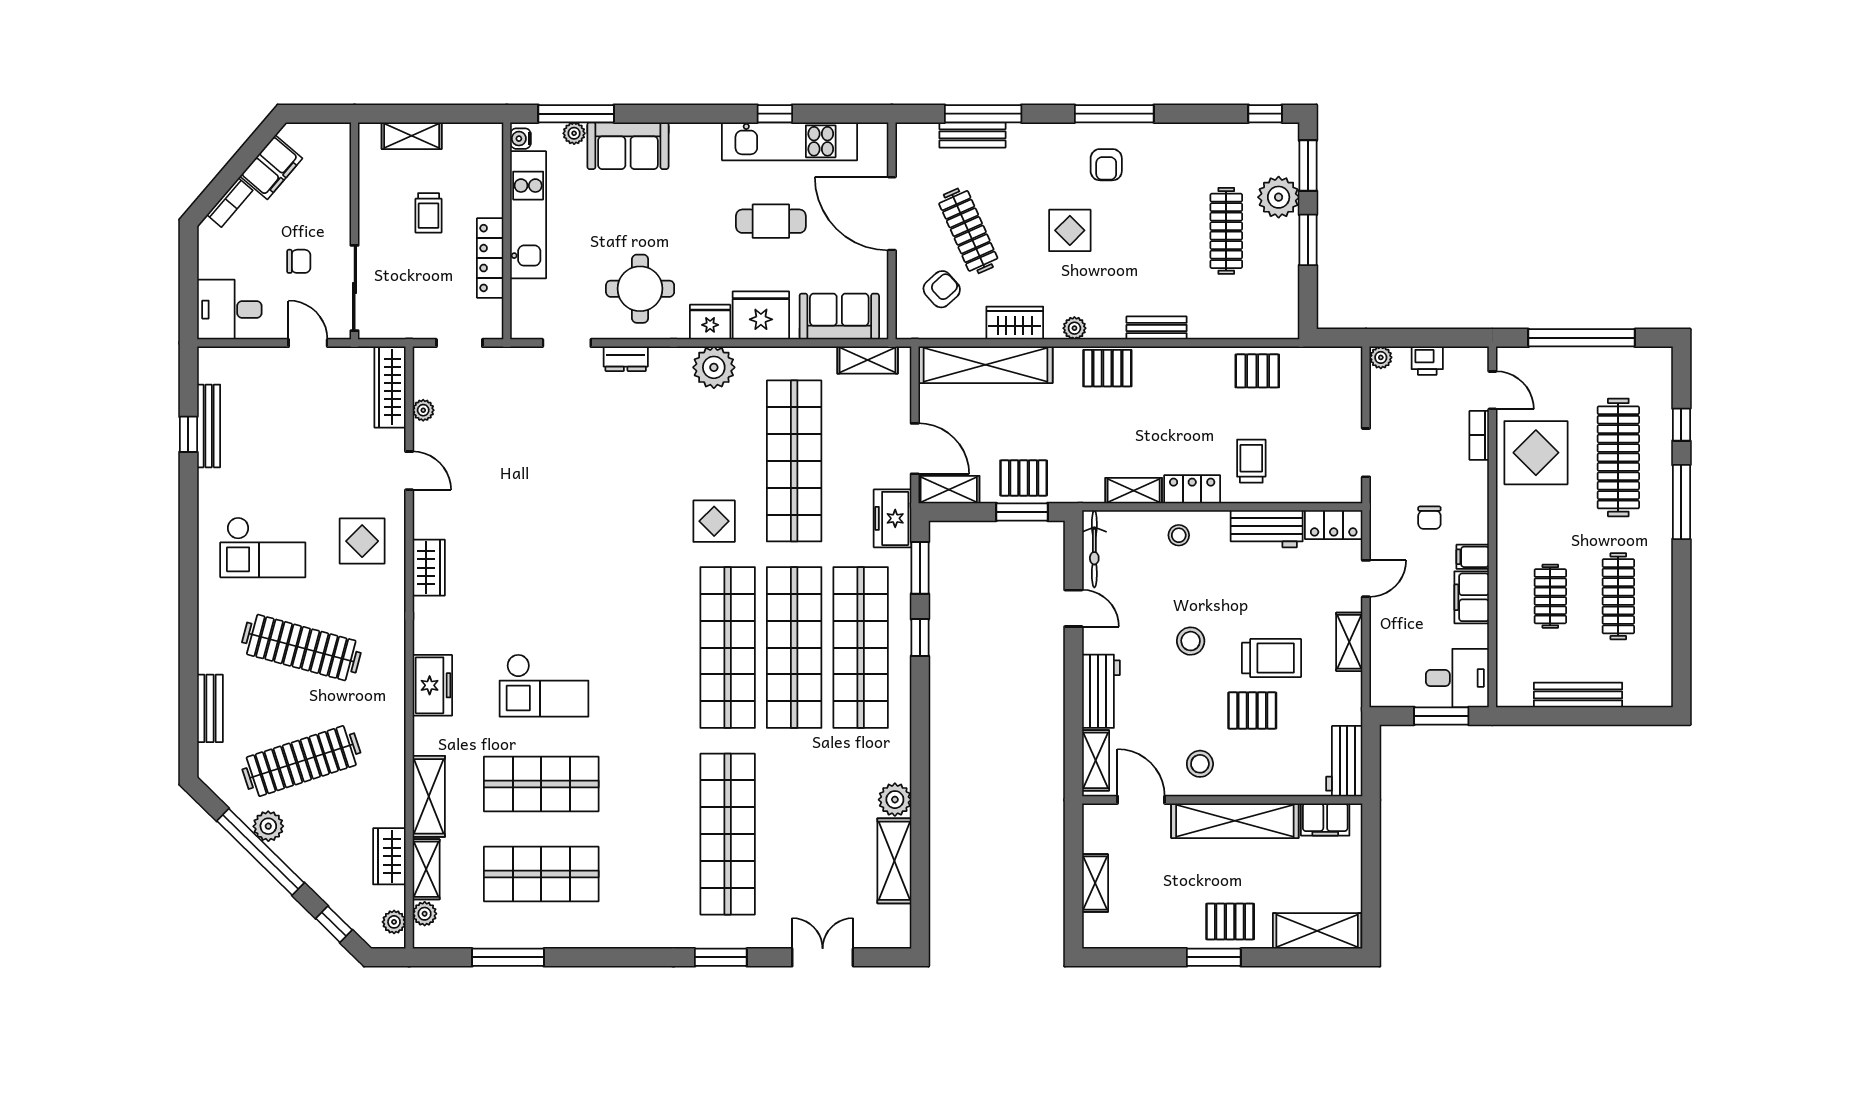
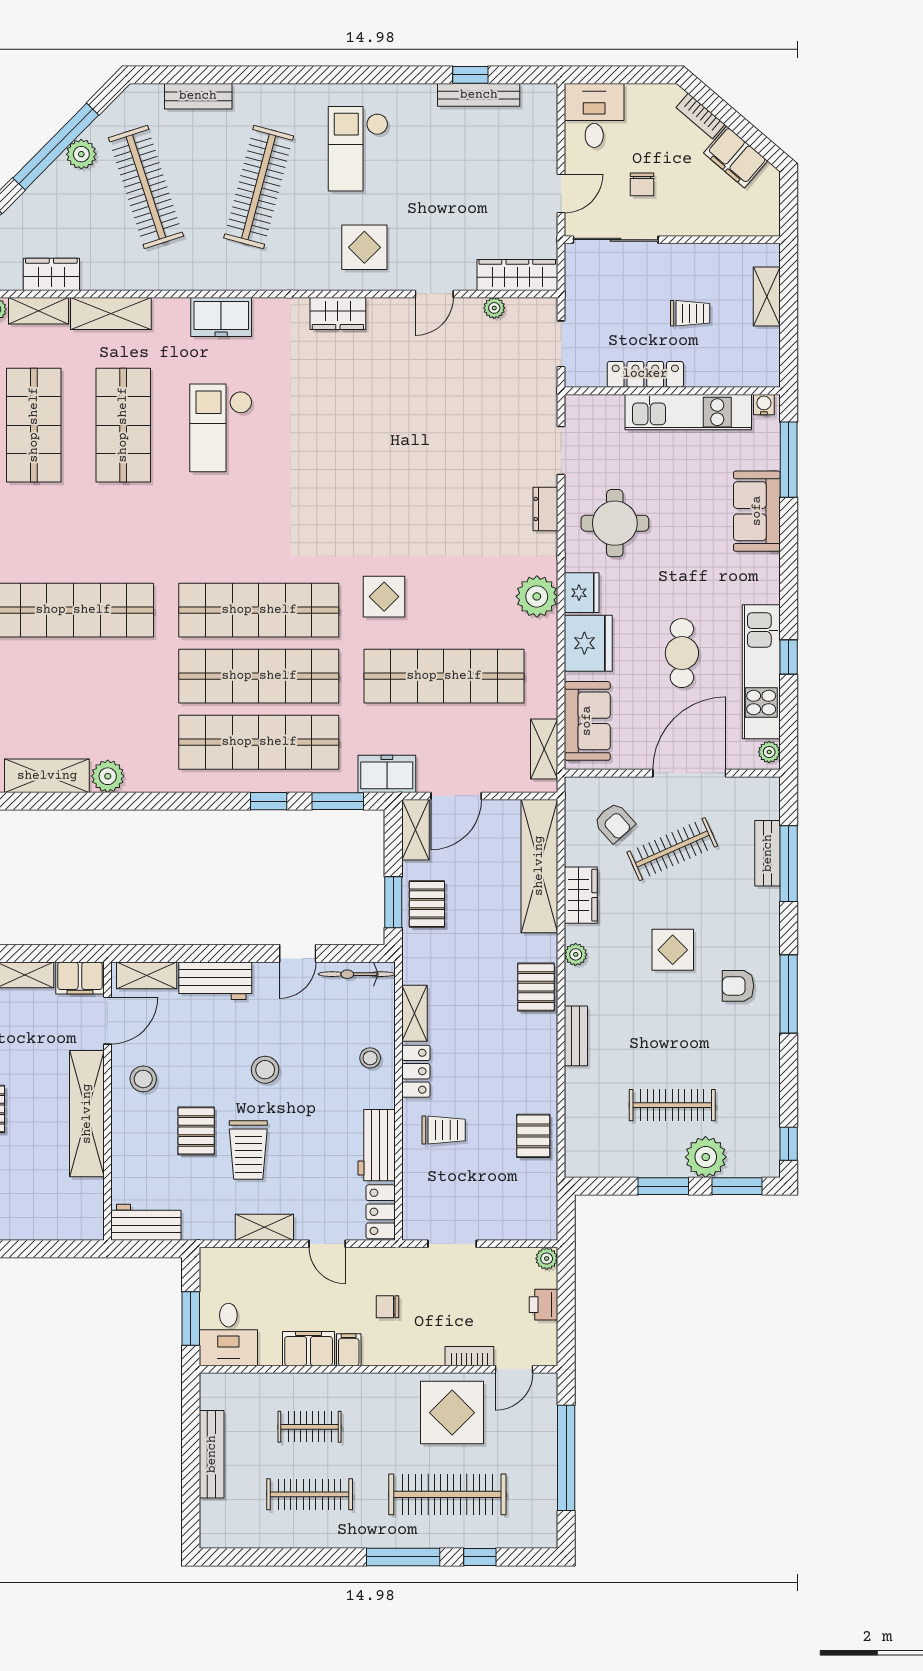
plant: (574, 133) -> (769, 752), moved
trolley: (429, 213) -> (690, 313), turned 180
filing cabinet: (1325, 819) -> (80, 978), moved, turned -90

